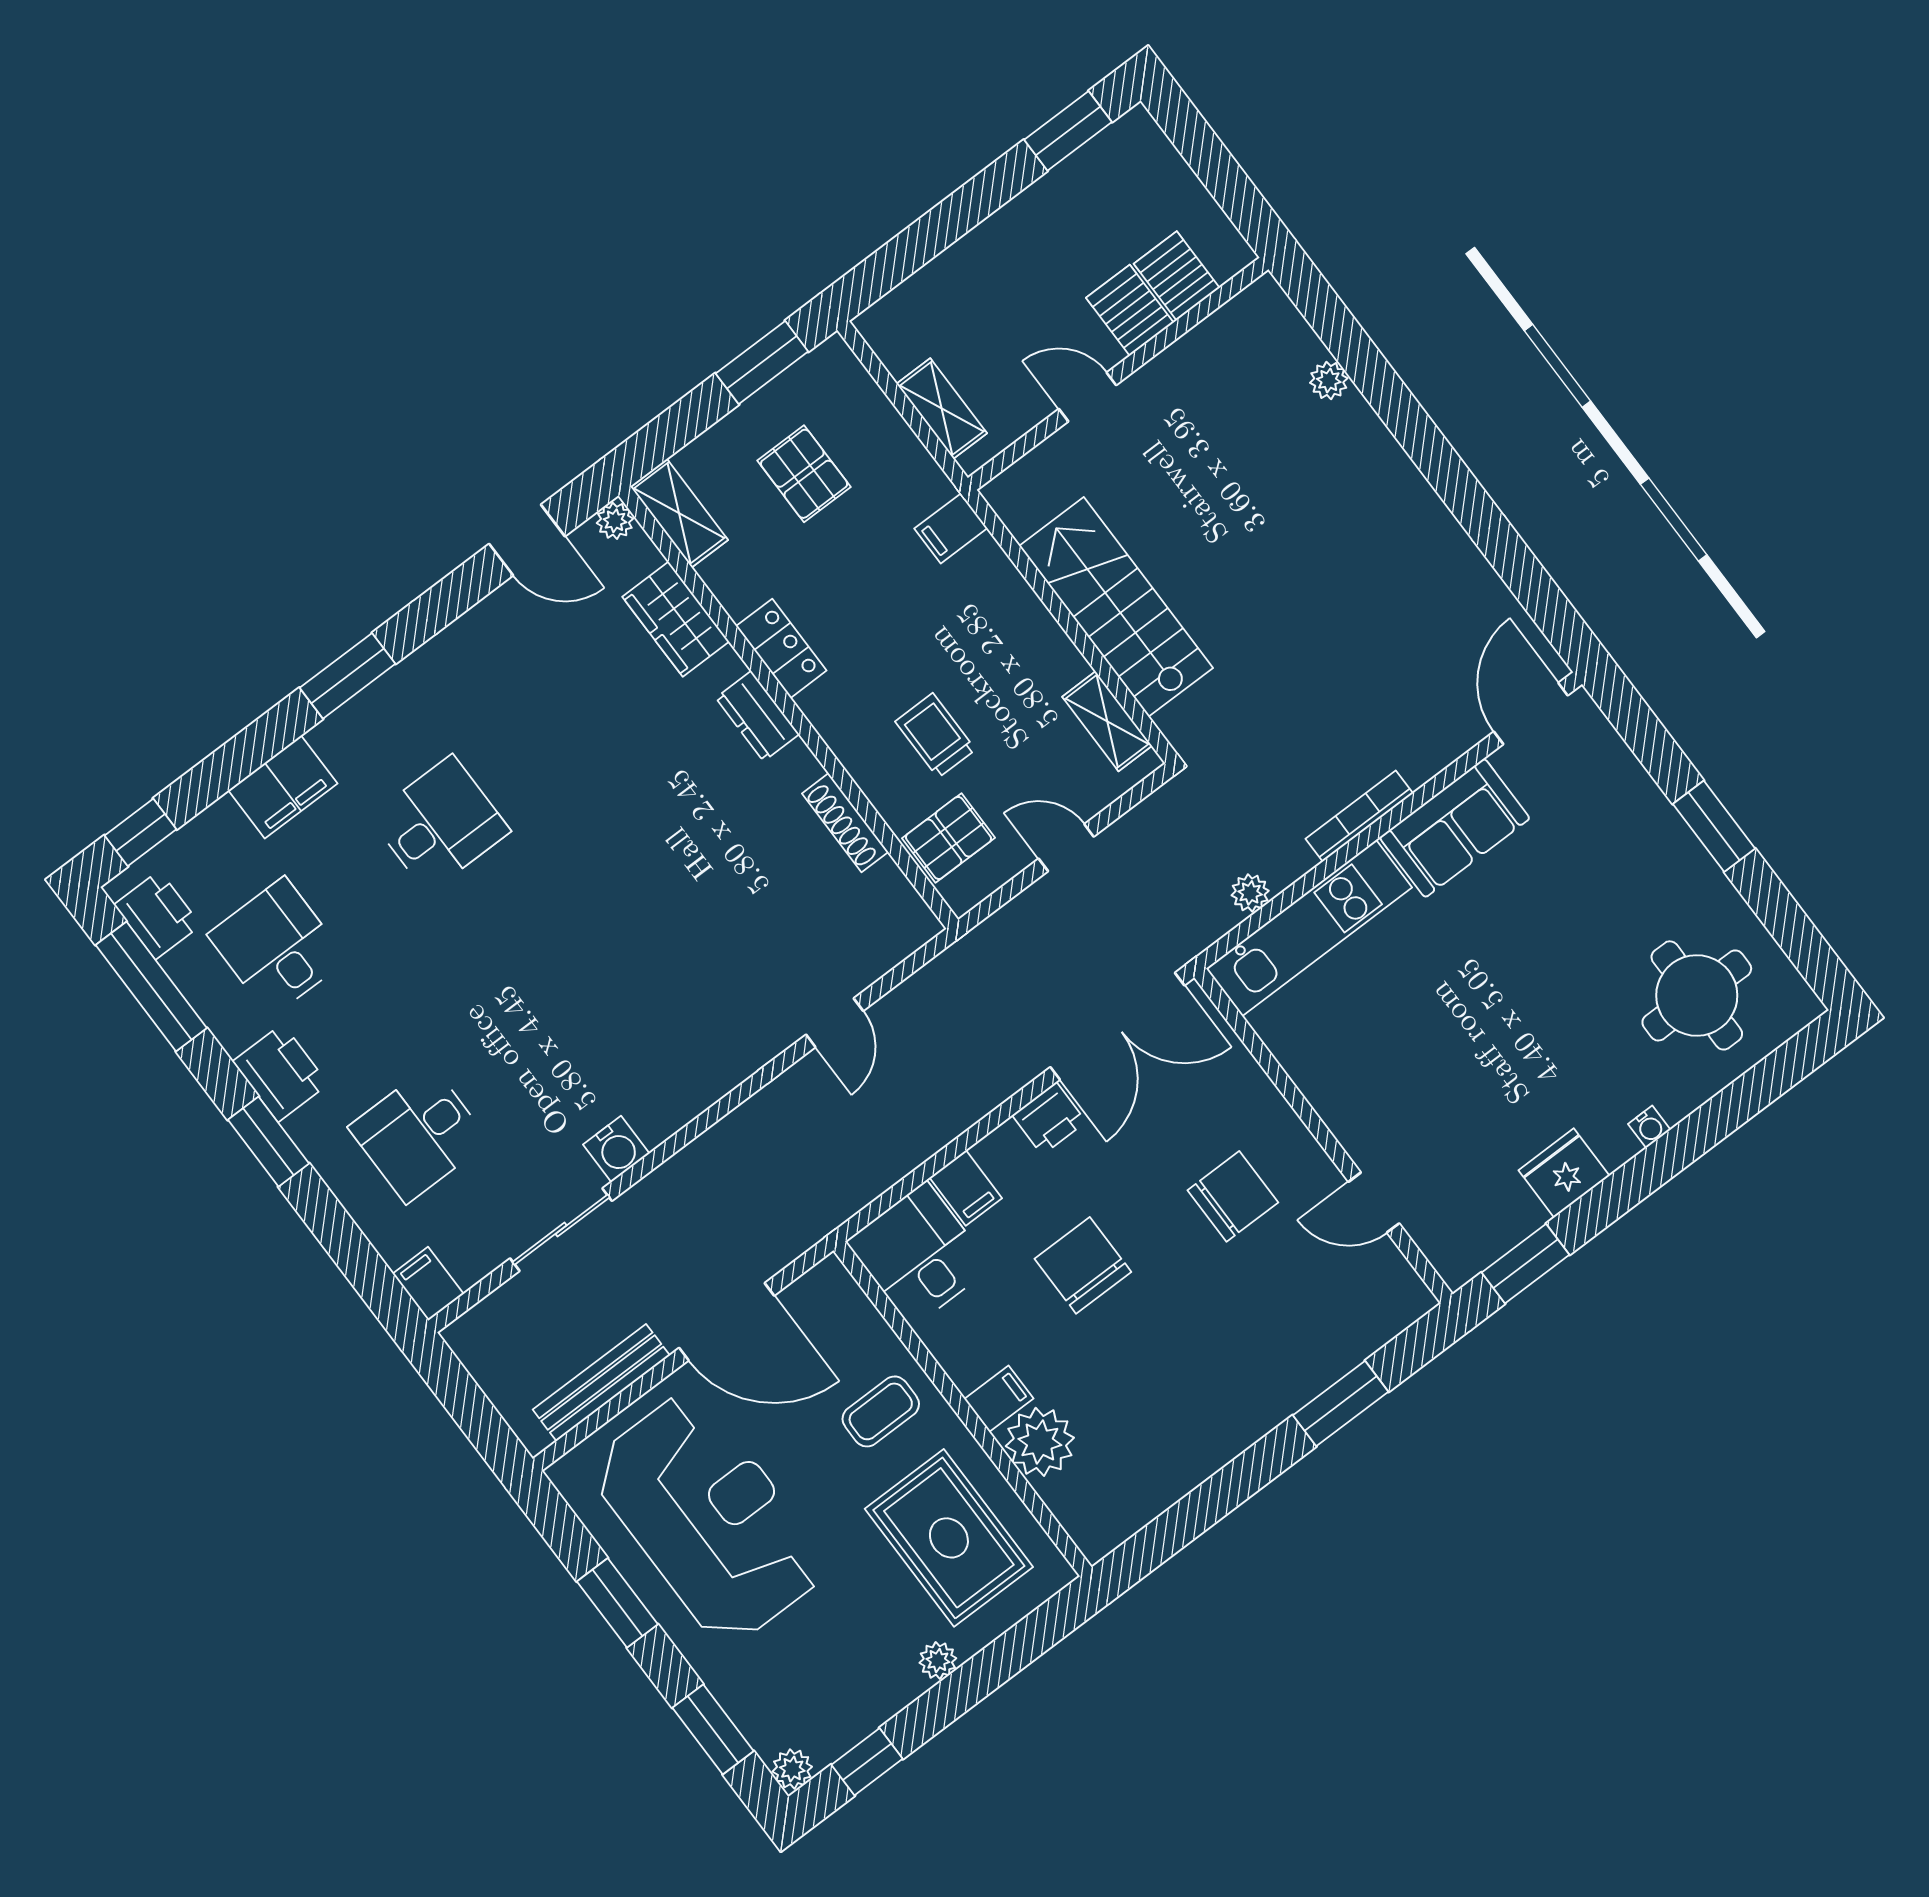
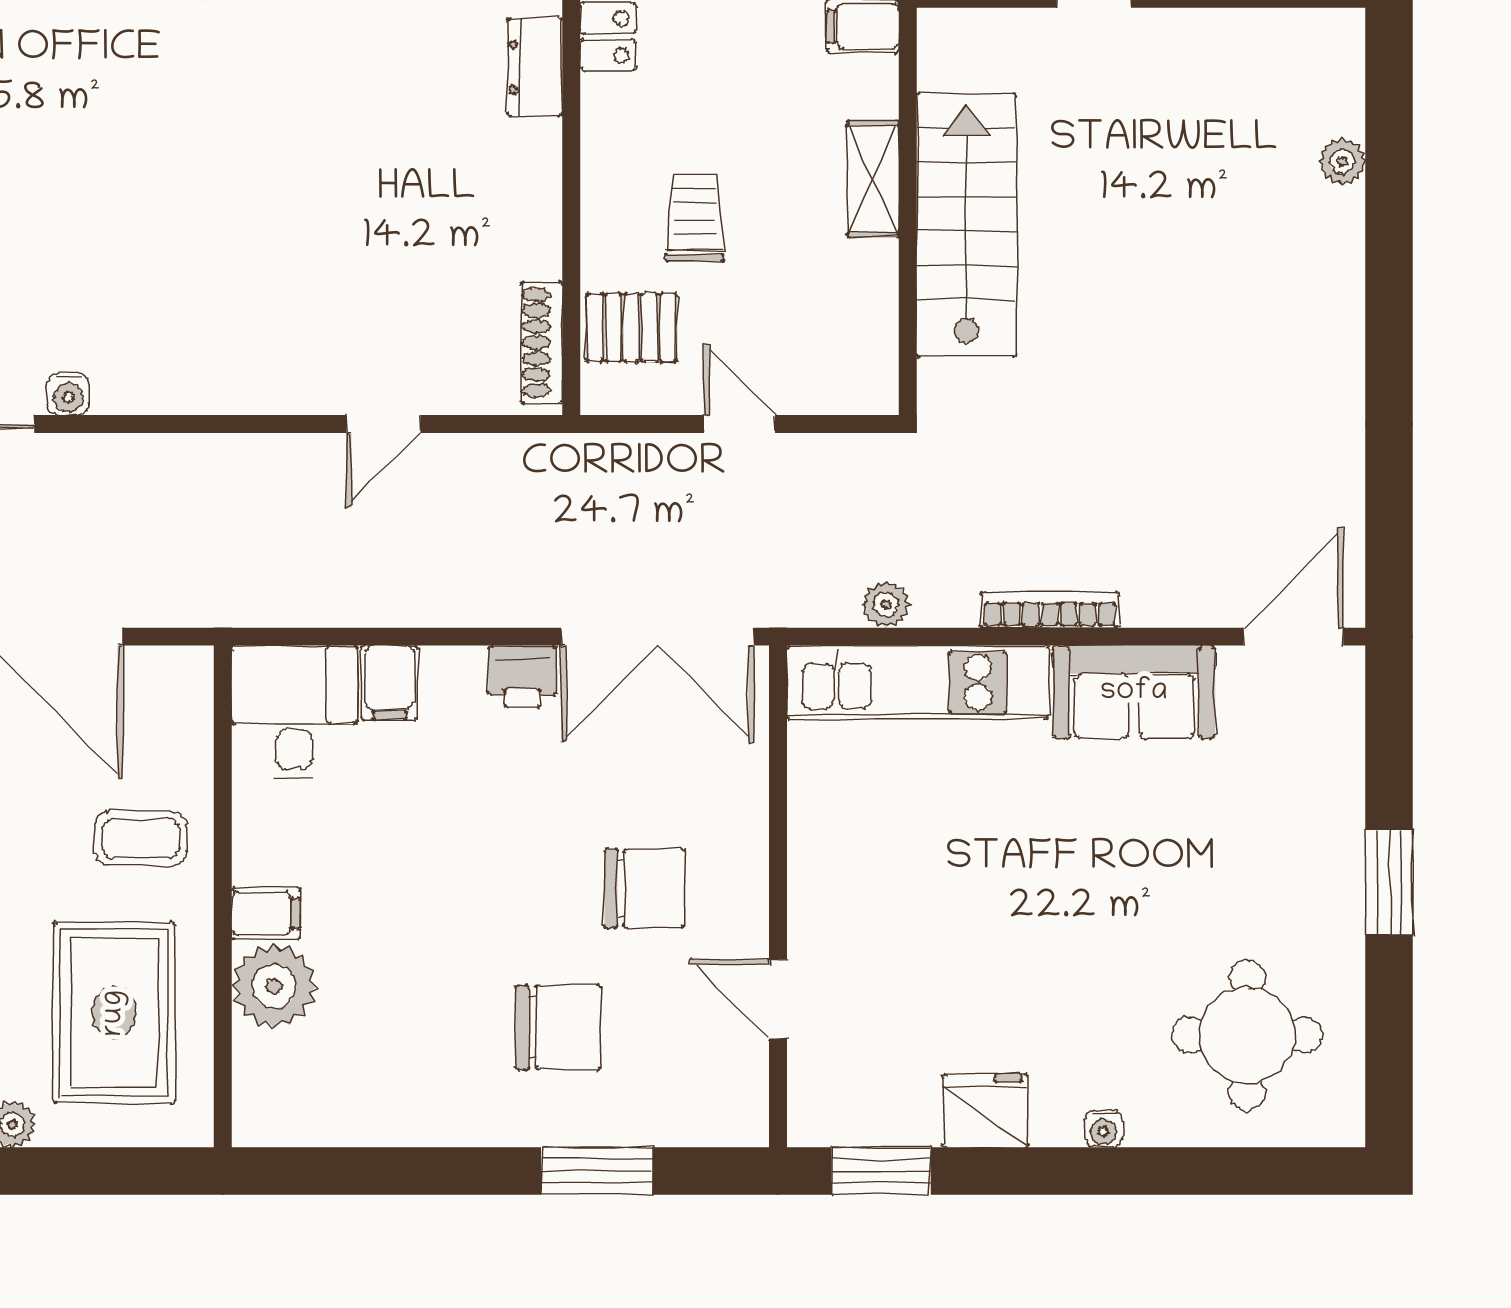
shelving: (1107, 721) -> (873, 179), moved
shoe rack: (845, 823) -> (542, 342), moved
water cooler: (616, 1149) -> (68, 394), width x0.72, depth x0.72
chair: (1083, 1265) -> (558, 1027), moved, turned 90

